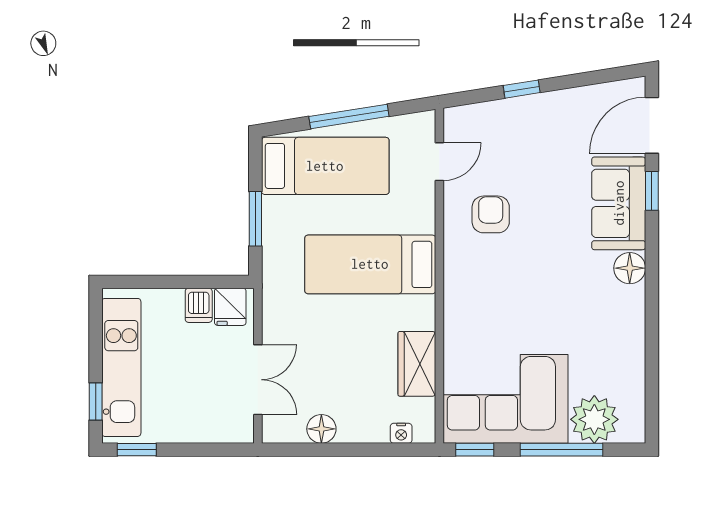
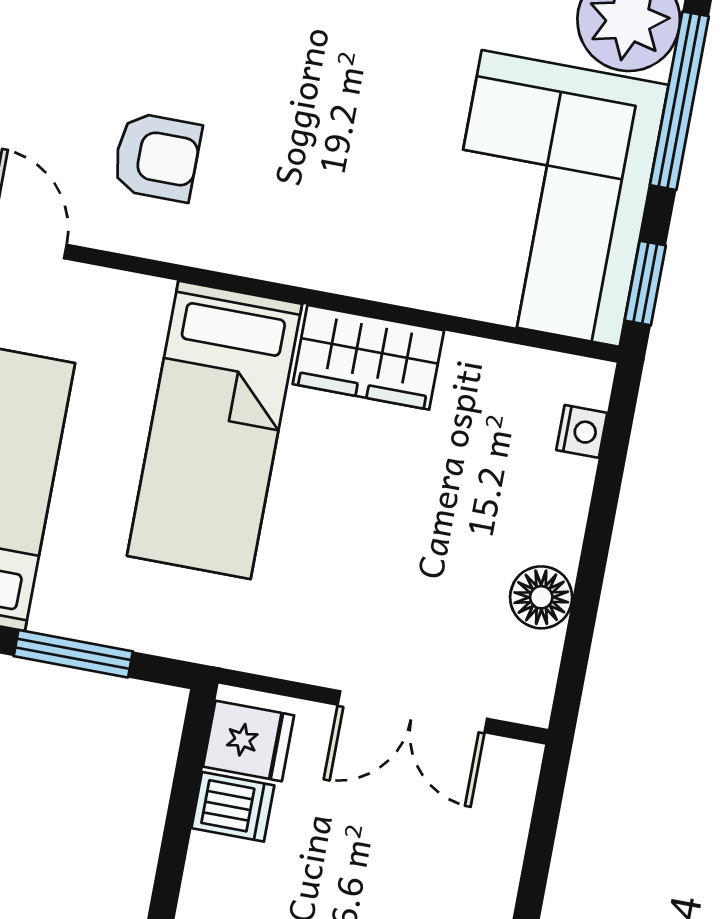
armchair: (491, 214) -> (157, 157), turned 180
wardrobe: (417, 364) -> (368, 357), moved
double door: (258, 380) -> (412, 712), swing flipped

